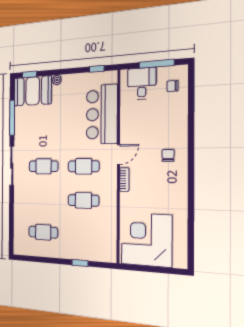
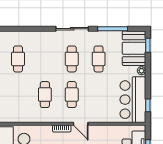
bar counter: (102, 114) -> (133, 100), moved, turned -90
cafe table: (44, 133) -> (99, 59), added

